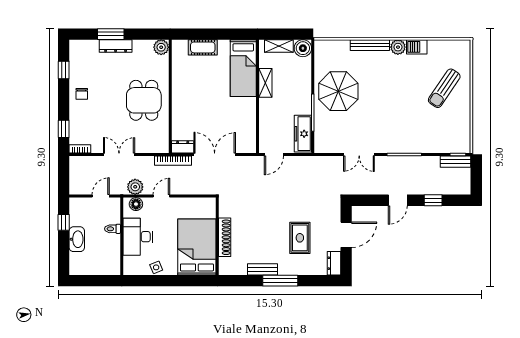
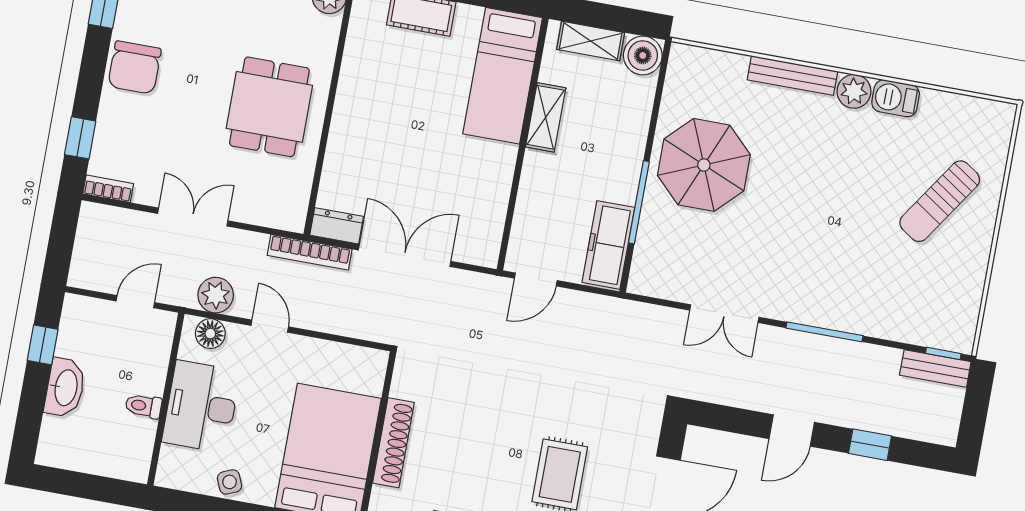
chair: (82, 94) -> (135, 68), width x1.87, depth x1.87
door: (161, 196) -> (270, 326), hinge flipped
toilet: (113, 229) -> (143, 406), moved

